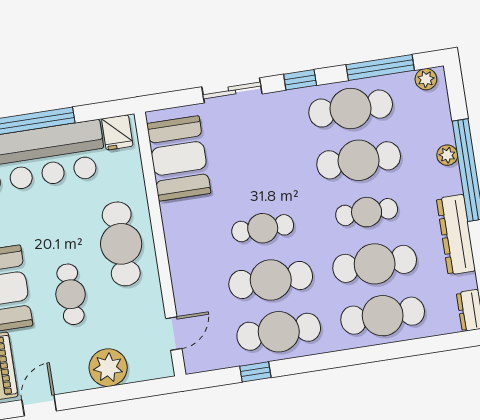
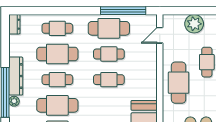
dresser: (456, 235) -> (16, 76), moved
cafe table: (271, 280) -> (109, 54), width x0.73, depth x0.74
cafe table: (383, 316) -> (57, 28), width x0.73, depth x0.74
window: (255, 372) -> (123, 11), width x3.17

